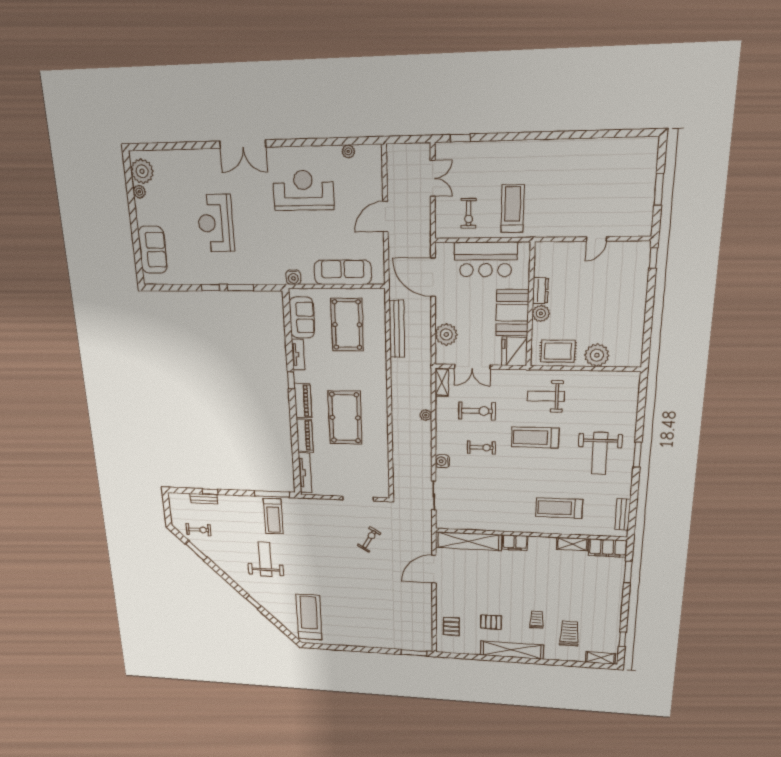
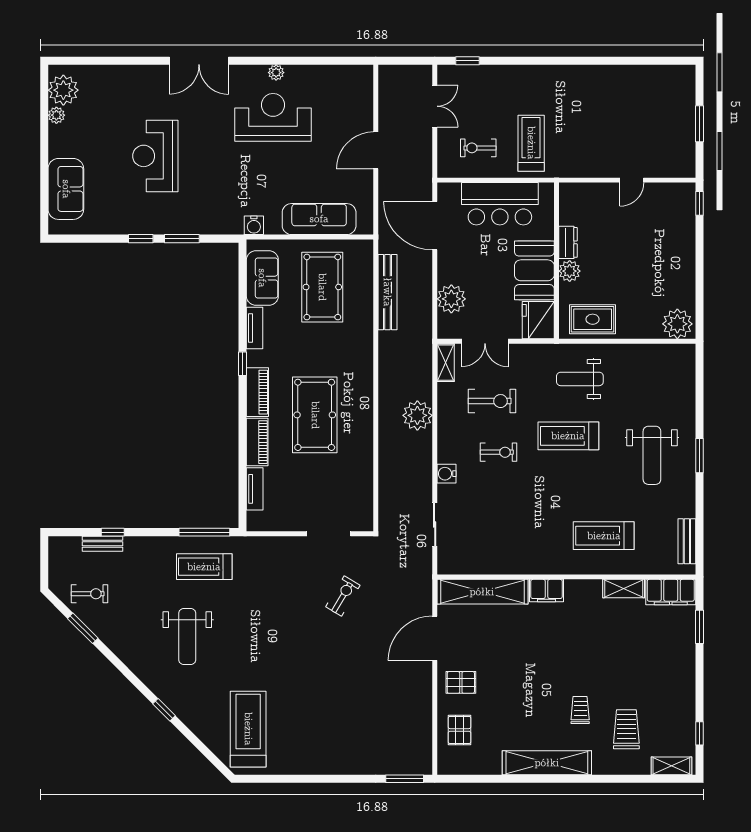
plant: (348, 151) -> (276, 73), moved
exercise bike: (469, 213) -> (478, 148), turned 90
plant: (597, 355) -> (677, 324), moved
plant: (426, 415) -> (417, 415), width x1.88, depth x1.88
tv unit: (305, 473) -> (255, 489), width x0.71
treadmill: (273, 516) -> (204, 567), turned 90
weight bench: (265, 559) -> (187, 637), turned 180
pallet: (491, 622) -> (461, 682), moved

